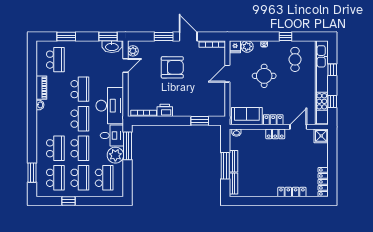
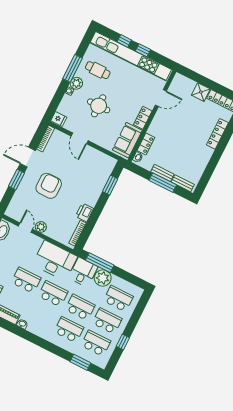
window: (285, 36) -> (72, 68), width x2.17
plant: (247, 46) -> (76, 83), moved
plant: (133, 51) -> (41, 227), moved
window: (332, 101) -> (143, 50), moved
door: (298, 127) -> (161, 98), swing flipped
locker: (275, 134) -> (146, 144), moved
shower: (321, 136) -> (201, 92), moved

